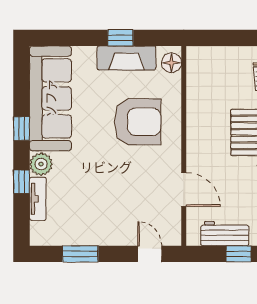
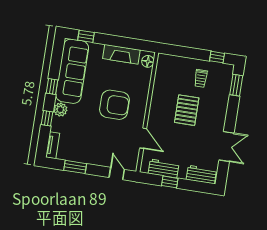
window: (120, 38) -> (86, 36), moved
armchair: (138, 122) -> (114, 105), moved
tv unit: (38, 199) -> (53, 145), moved

